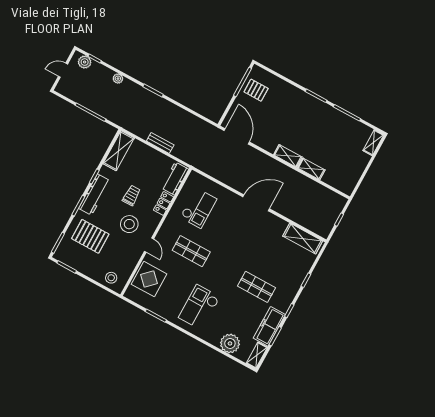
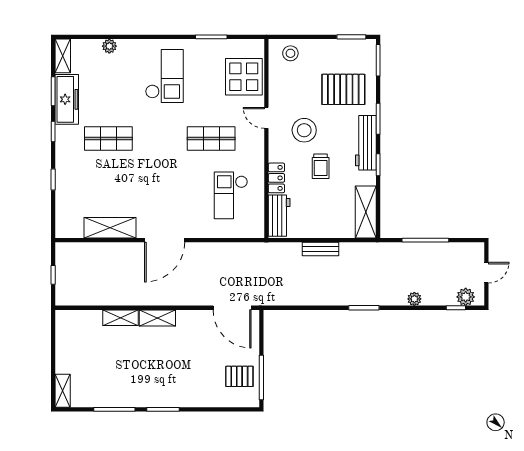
shelving: (303, 239) -> (110, 228), moved
plant: (230, 343) -> (109, 46), width x0.53, depth x0.53

